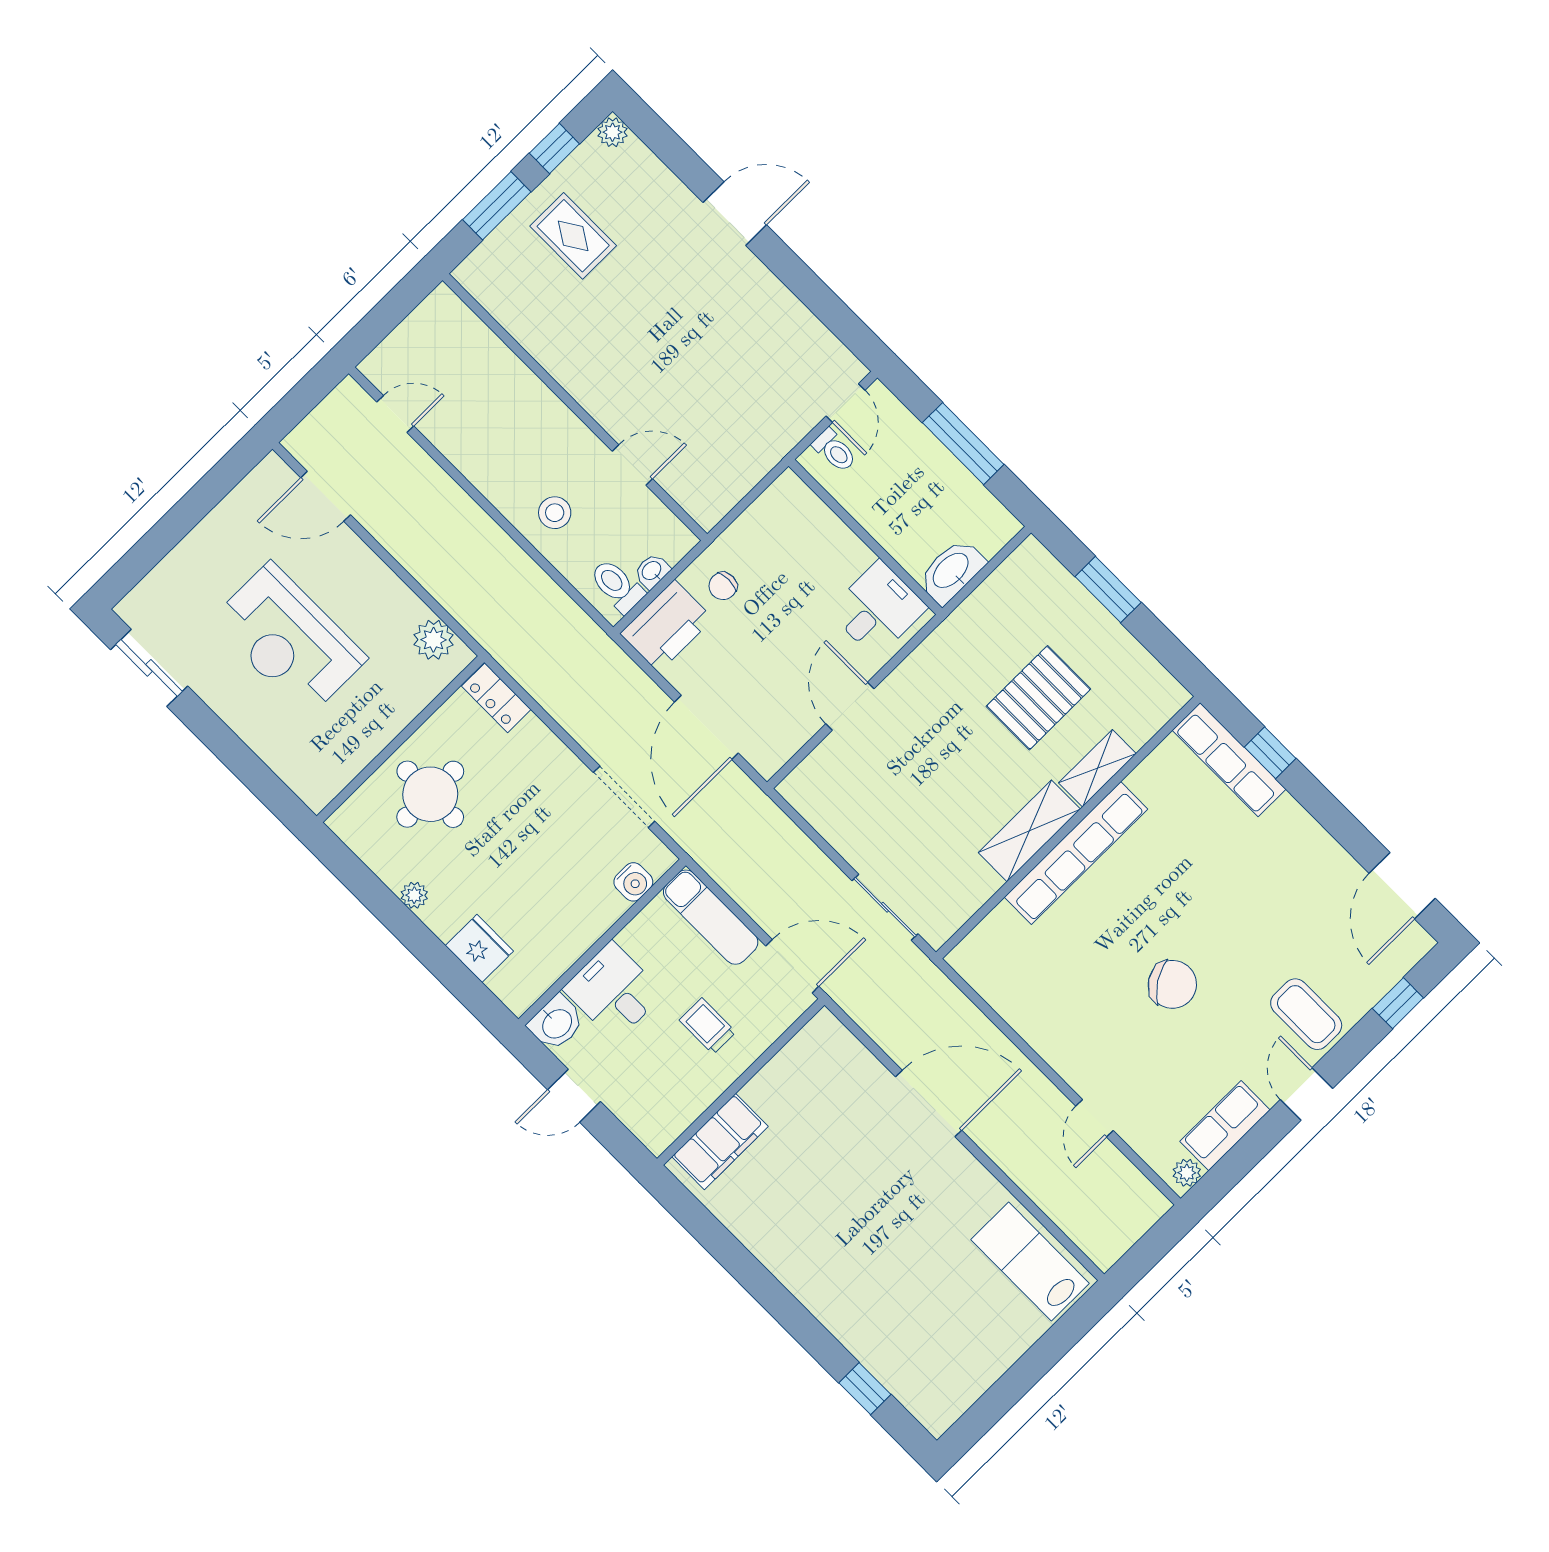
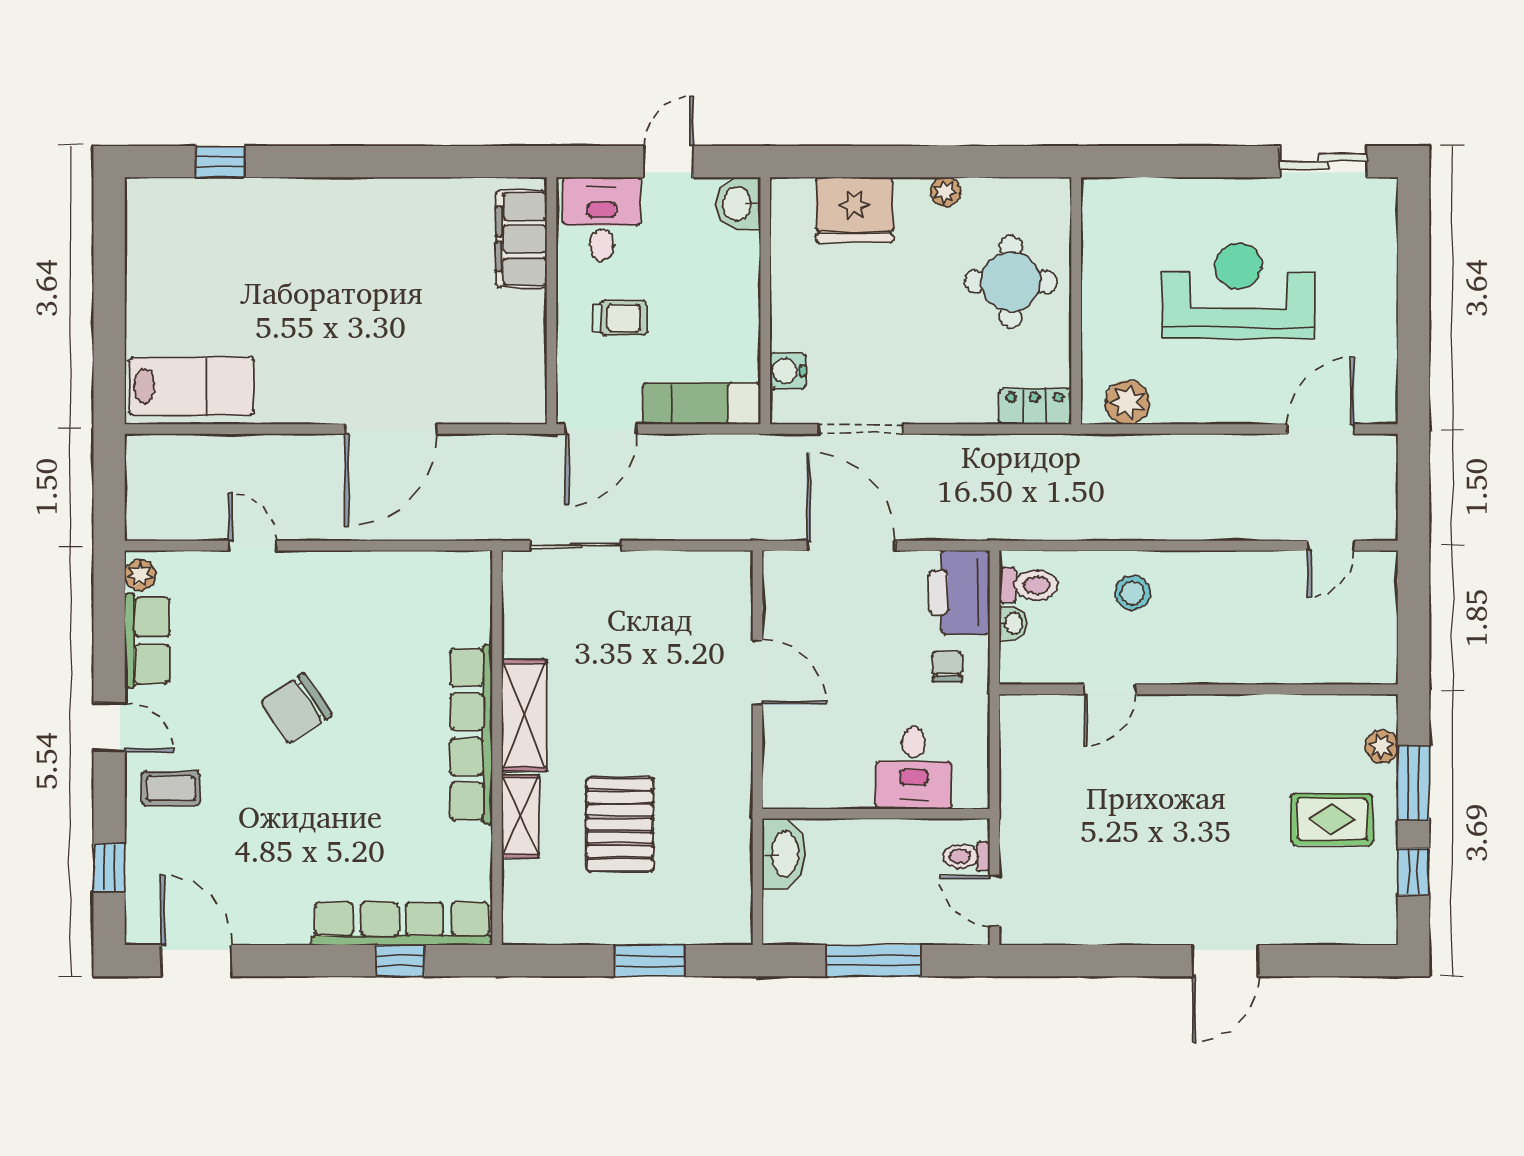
plant: (613, 132) -> (1382, 747), moved
desk: (878, 609) -> (914, 768), moved
row of seats: (1229, 760) -> (402, 924), width x1.36
fridge: (479, 948) -> (854, 210), width x1.36, depth x1.34
desk: (614, 991) -> (602, 219), moved, turned -90
coffee table: (1306, 1014) -> (171, 788), width x0.73, depth x0.77

